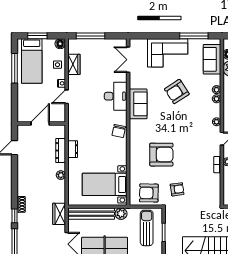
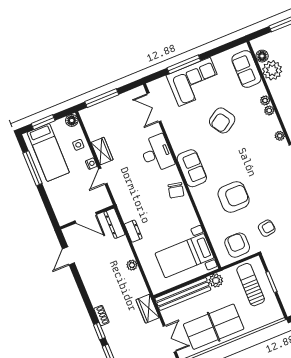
window: (194, 36) -> (184, 64), moved
wardrobe: (74, 64) -> (102, 151), moved
sofa: (138, 104) -> (192, 168), moved
door: (40, 124) -> (86, 218), swing flipped
dresser: (61, 151) -> (114, 223), moved
armchair: (149, 193) -> (237, 245), turned 89

